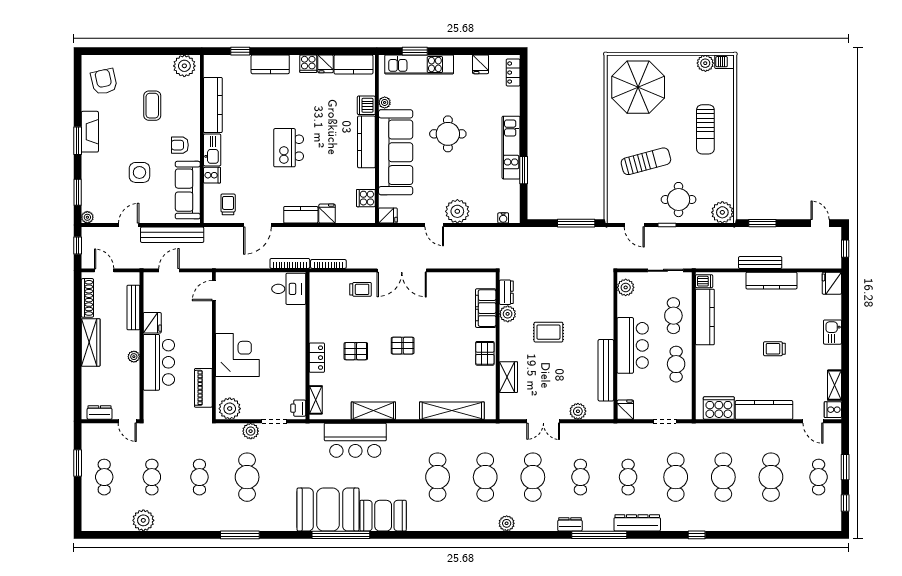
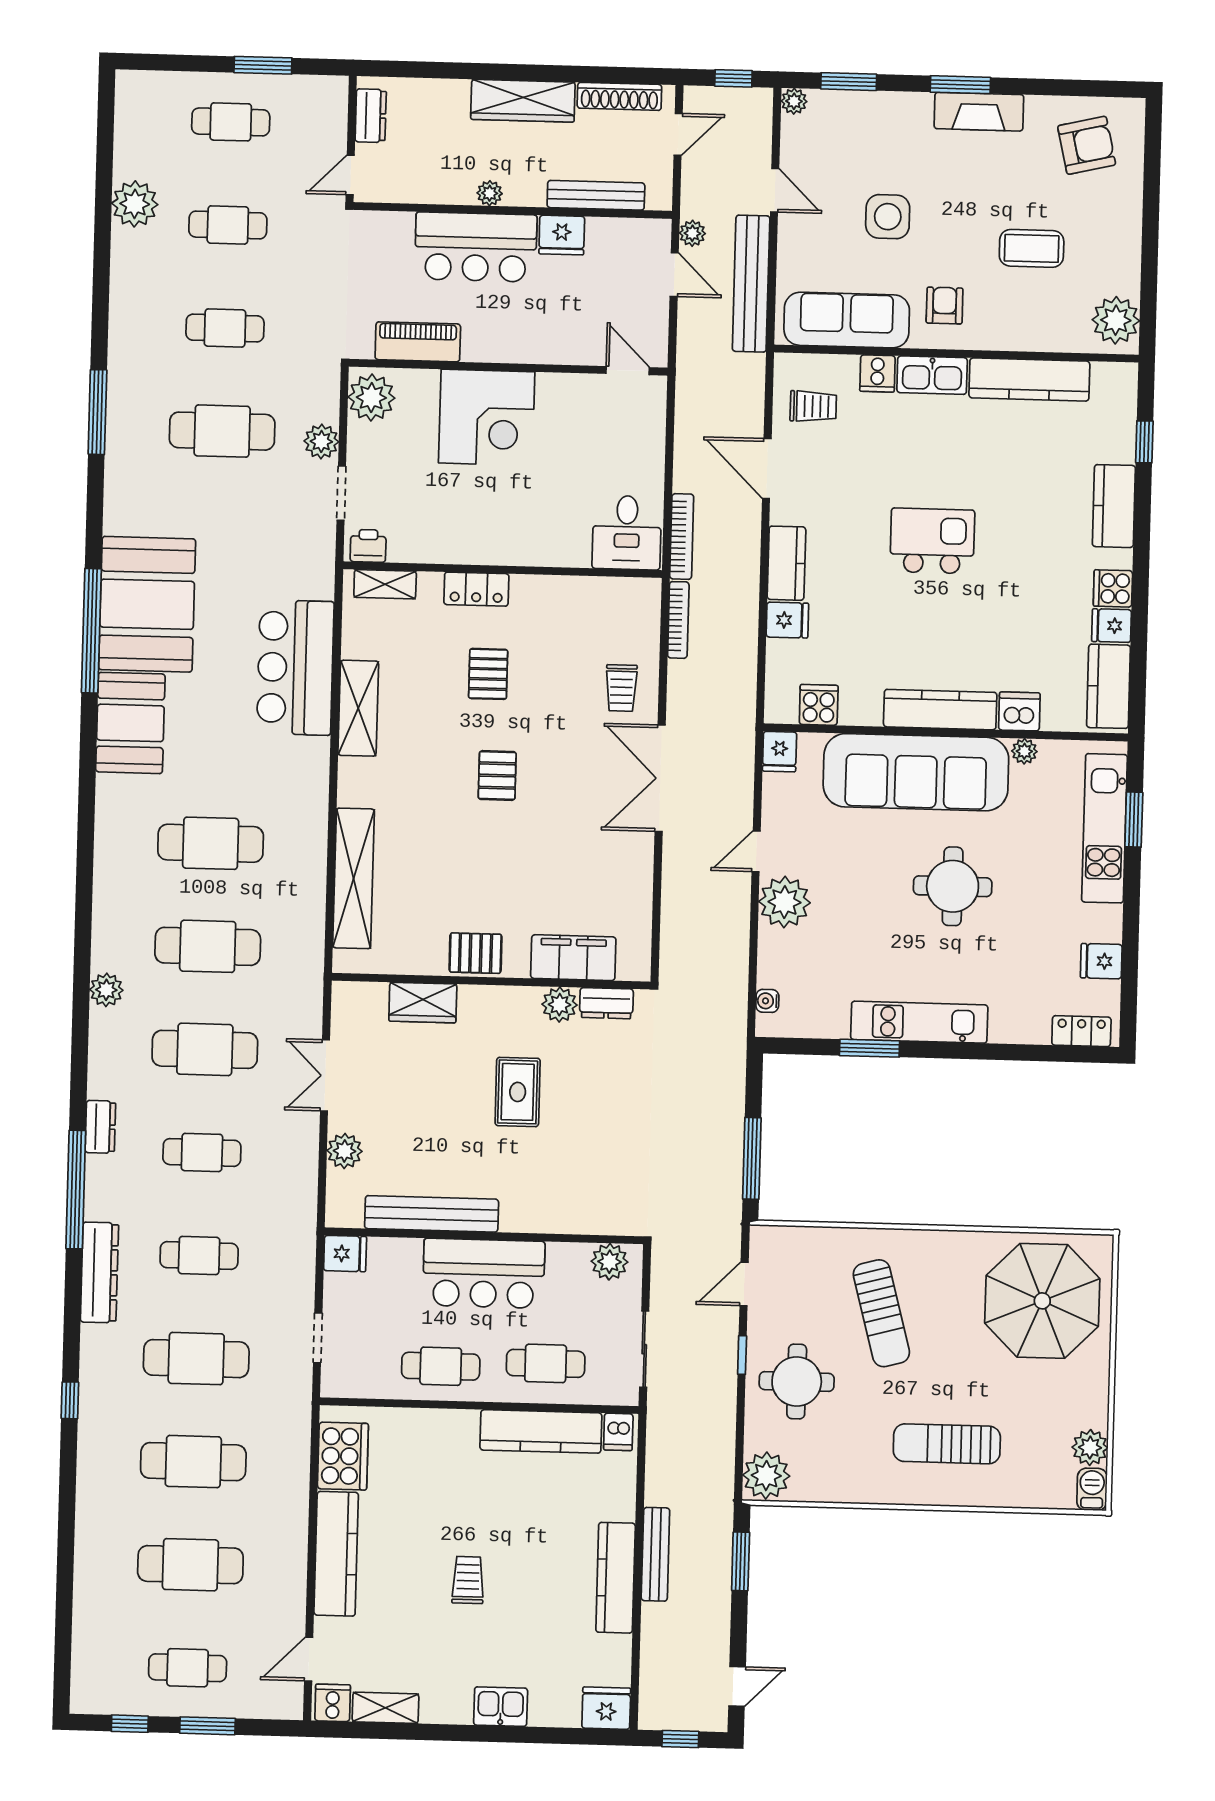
plant: (150, 262) -> (692, 233), added

